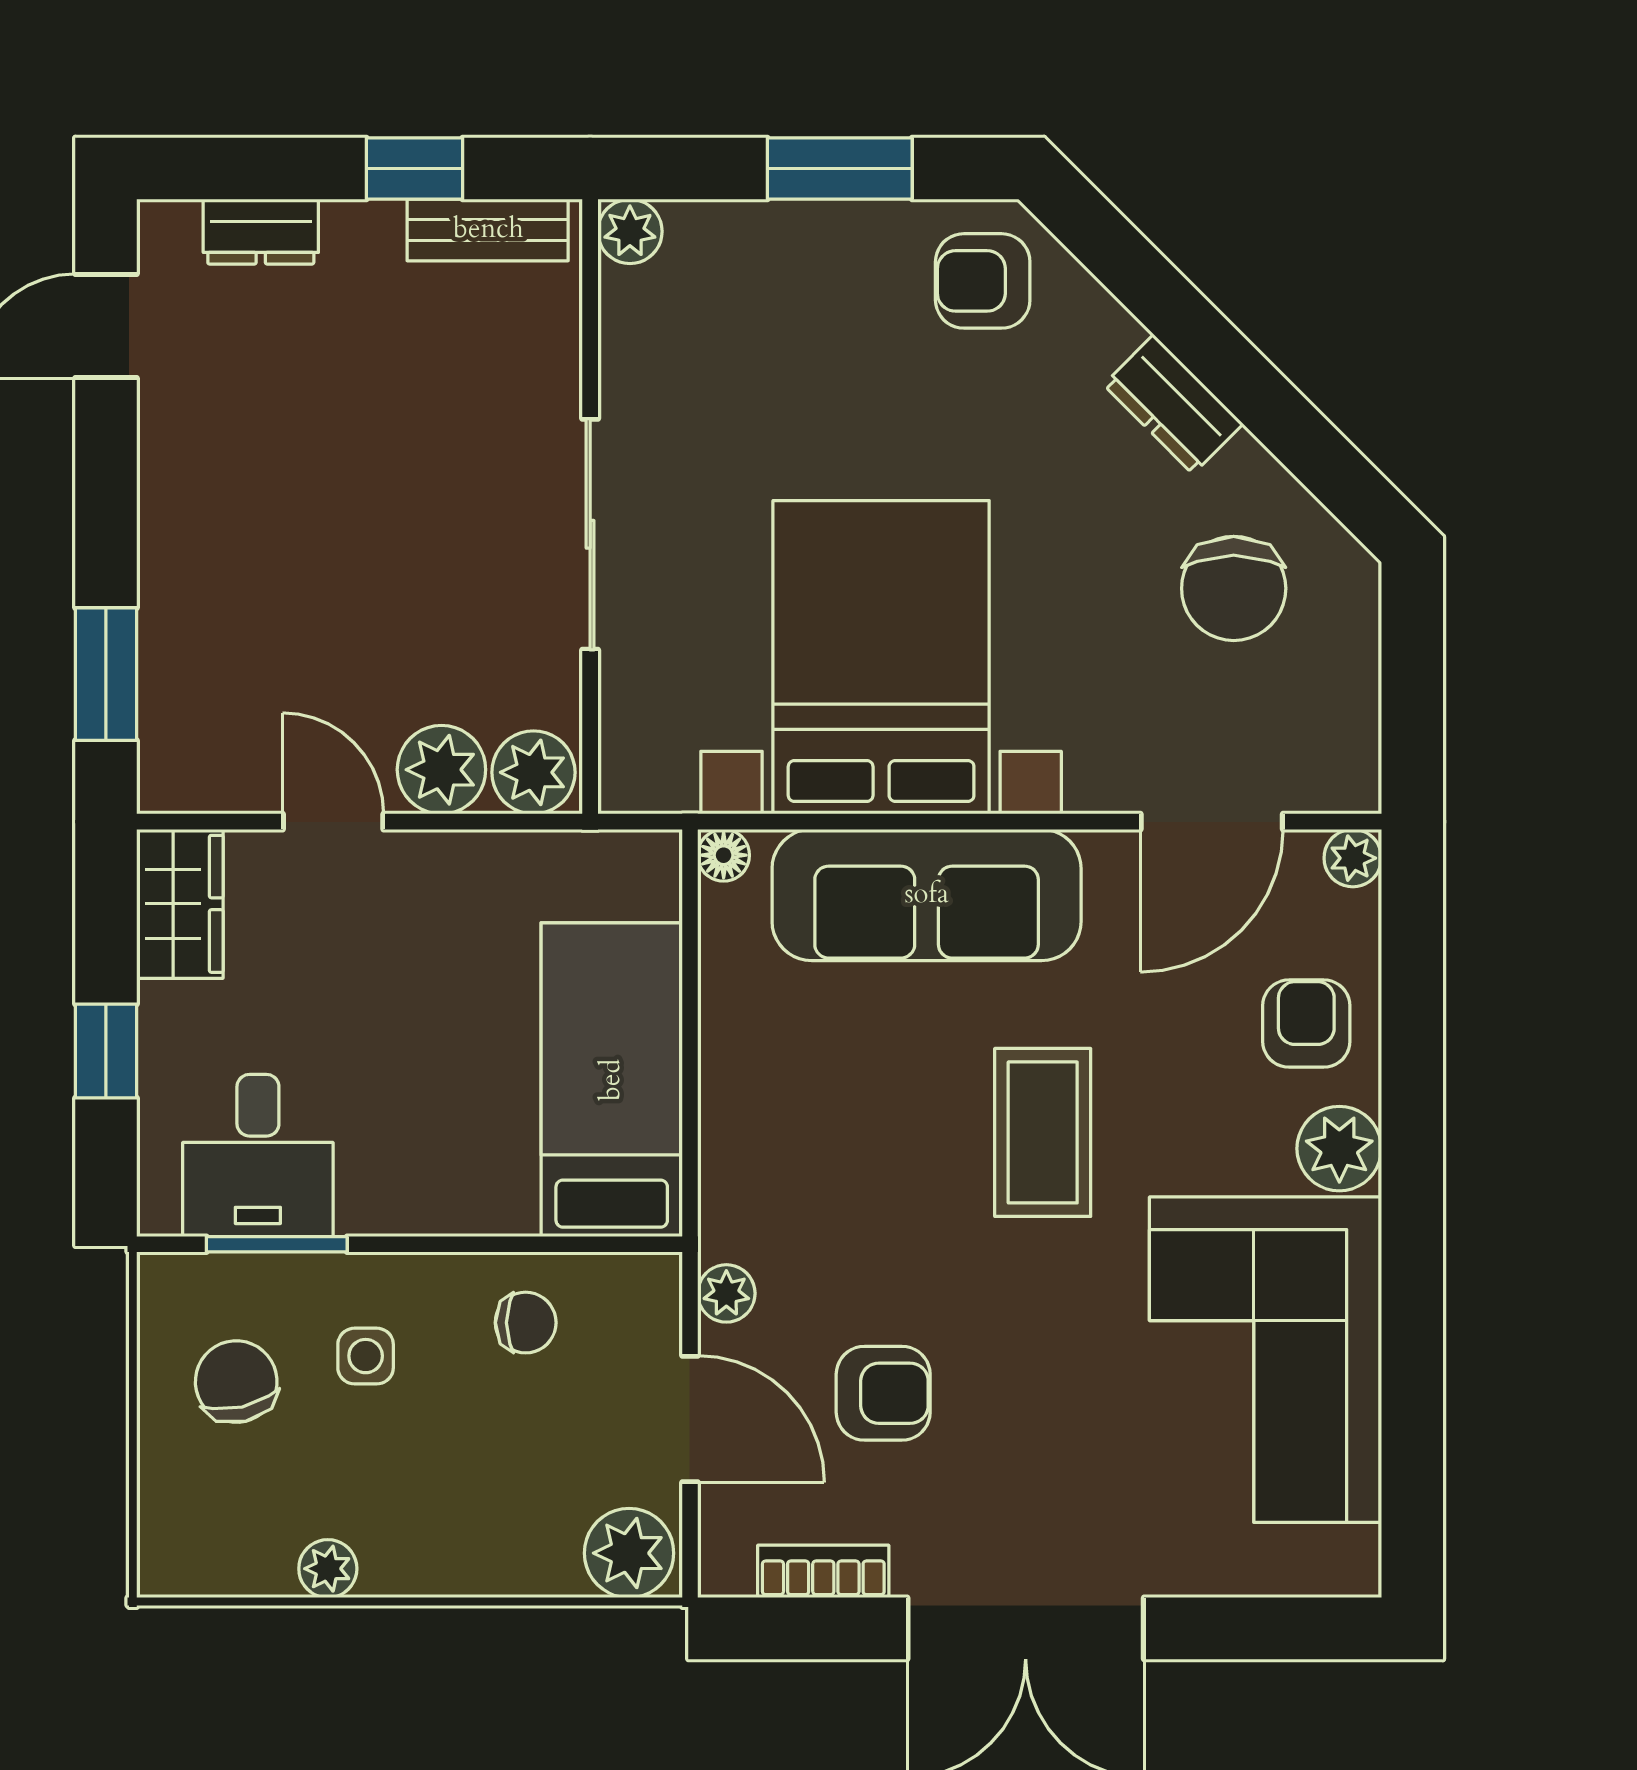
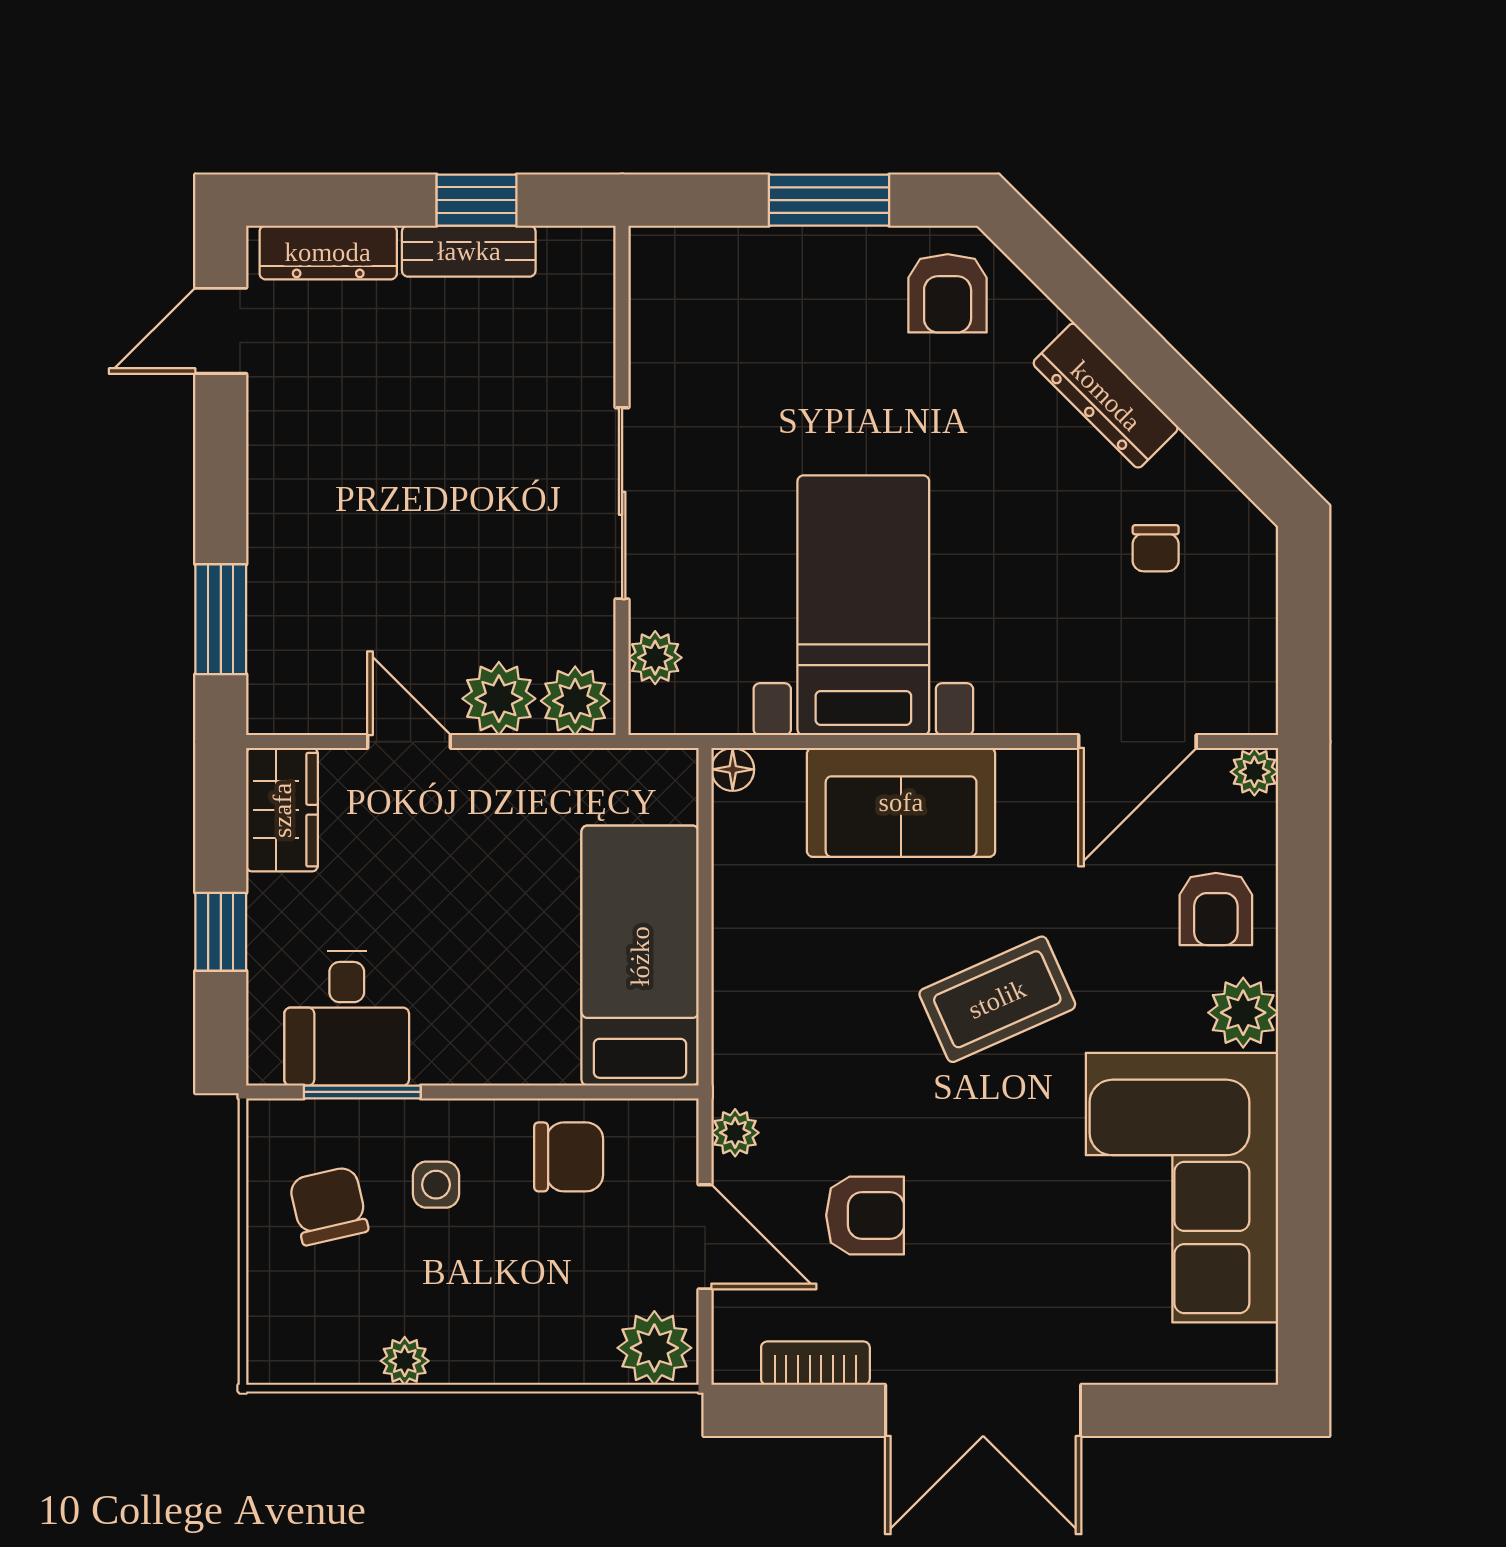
bench: (488, 230) -> (469, 251), moved
plant: (630, 231) -> (655, 658), moved
dresser: (261, 232) -> (328, 252), width x1.44
armchair: (983, 281) -> (948, 293), turned -90
dresser: (1173, 404) -> (1106, 396), width x1.44
chair: (1234, 588) -> (1156, 548), width x0.54, depth x0.54
bed with nightstands: (881, 657) -> (863, 605), width x0.73
sofa: (927, 895) -> (901, 802), width x0.73
armchair: (1306, 1024) -> (1216, 909), turned 180
coffee table: (1043, 1132) -> (997, 999), turned 66
chair: (526, 1323) -> (569, 1157), width x1.37, depth x1.37

